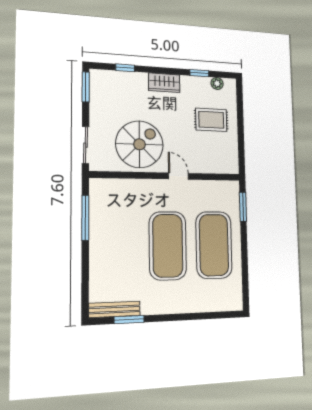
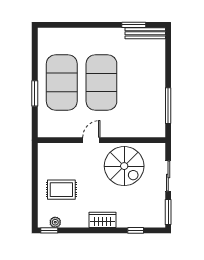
window: (199, 73) -> (49, 230), moved
spiral stairs: (139, 144) -> (124, 166), turned -90
sliding door: (85, 145) -> (168, 176), moved
door: (178, 176) -> (91, 140), swing flipped
window: (243, 207) -> (35, 93), moved

